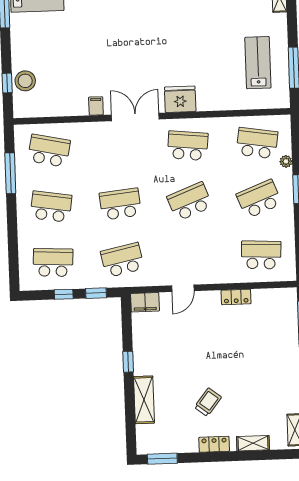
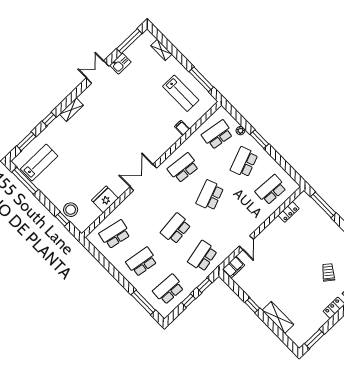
lab bench: (258, 63) -> (181, 93), turned 180
fridge: (180, 99) -> (105, 199), moved
filing cabinet: (96, 106) -> (182, 128), moved
window: (10, 173) -> (143, 302), moved
locker: (236, 297) -> (288, 212), moved
trolley: (208, 402) -> (328, 272), moved

